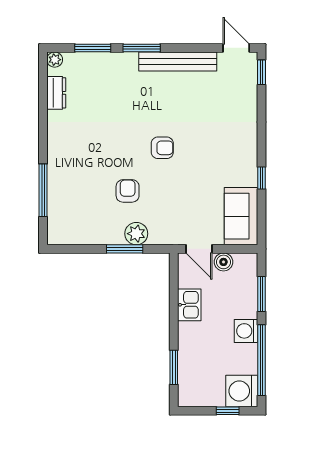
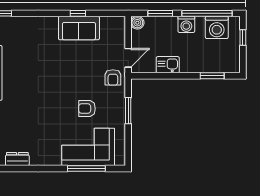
armchair: (162, 148) -> (113, 77), moved, turned 180
corner sofa: (73, 193) -> (88, 147), added
sofa: (241, 216) -> (79, 28), moved
plant: (136, 234) -> (117, 102), removed
boiler: (223, 262) -> (137, 23), moved
washing machine: (242, 391) -> (217, 27), moved

